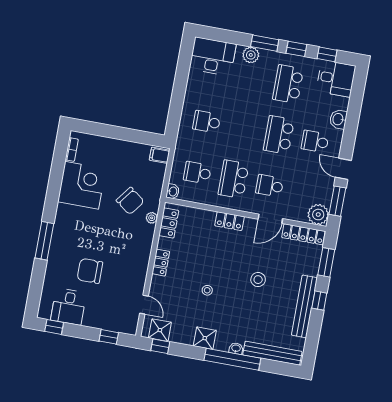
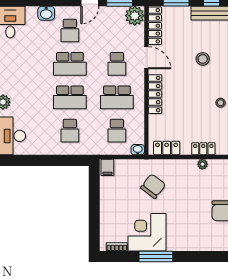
school desk: (288, 84) -> (70, 97), moved
plant: (152, 218) -> (202, 164), moved
locker: (229, 221) -> (155, 94), width x1.53
window: (44, 241) -> (156, 256), moved

